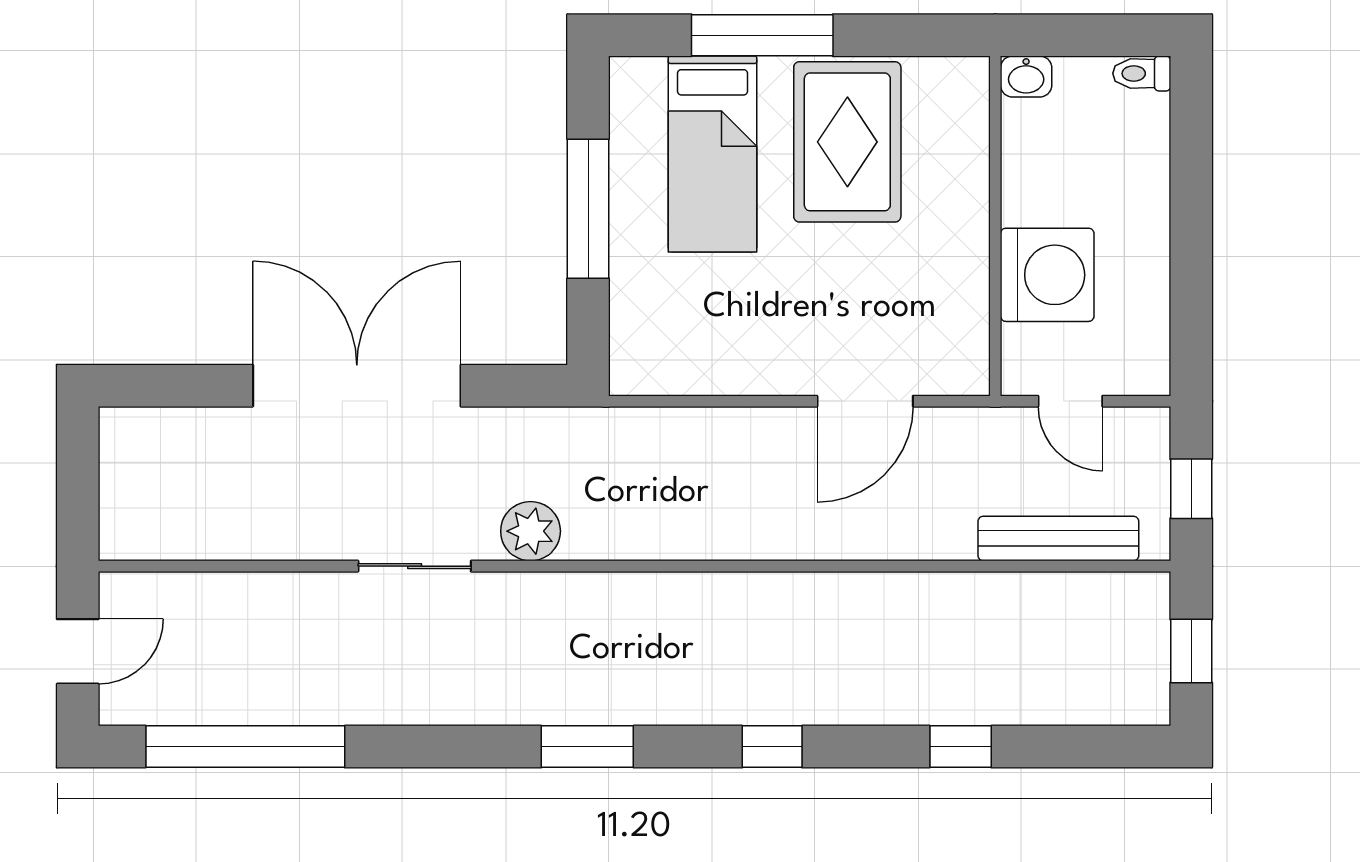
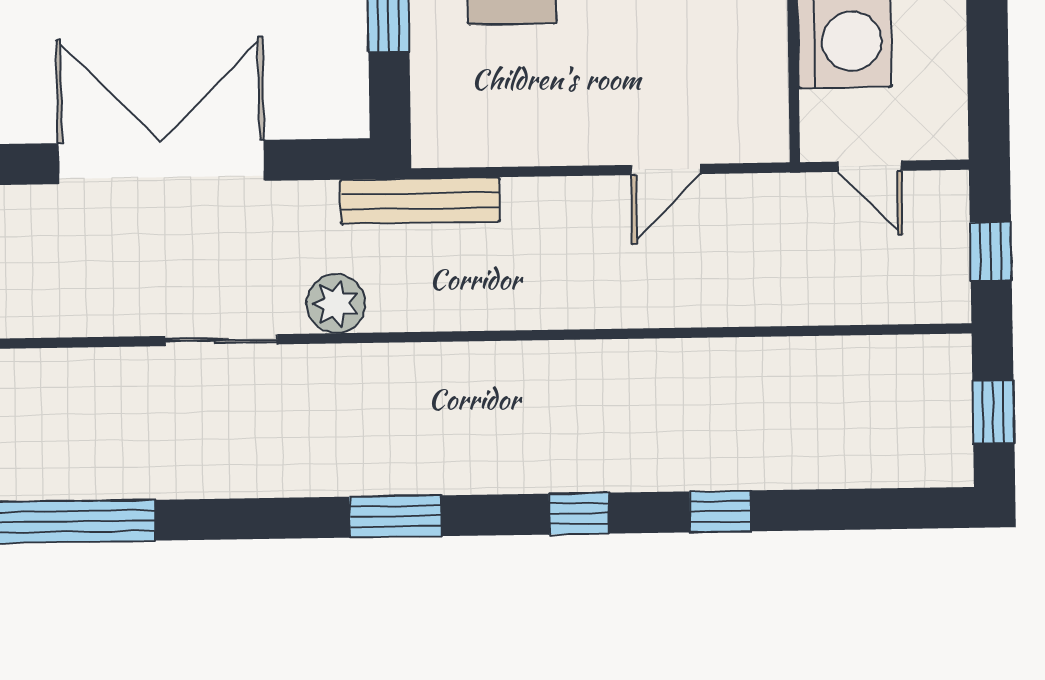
door: (865, 401) -> (666, 169), width x0.73
bench: (1058, 538) -> (420, 201), moved
window: (961, 747) -> (720, 511), moved

